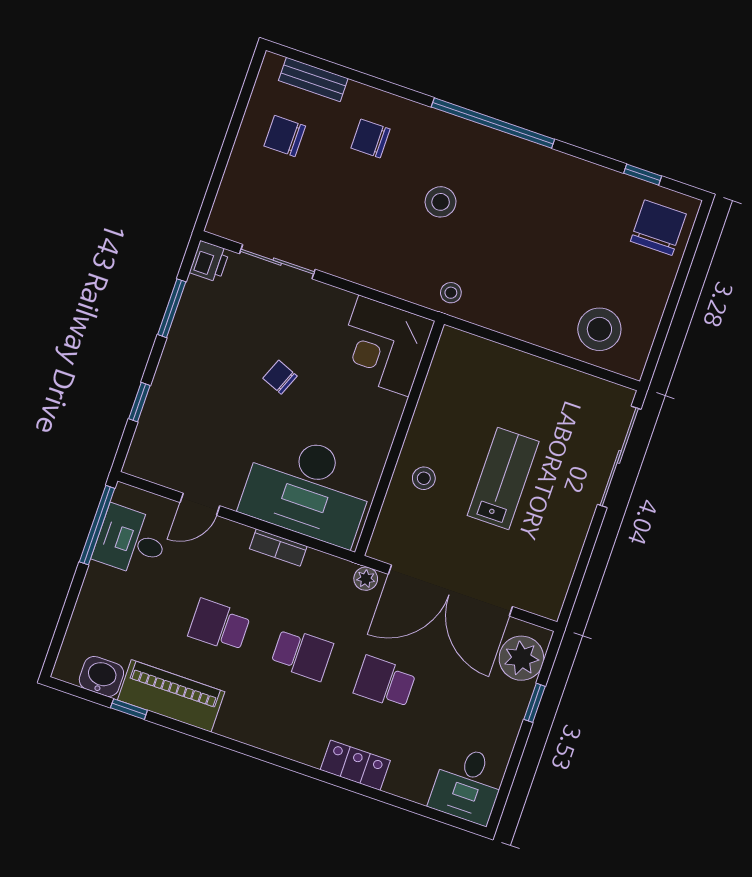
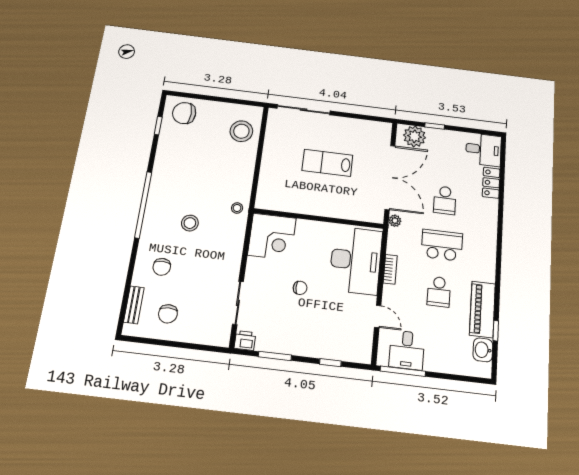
chair: (280, 377) -> (300, 288), turned -112
stool: (424, 478) -> (336, 202), removed
school desk: (302, 654) -> (442, 245), width x1.85
locker: (355, 765) -> (491, 183), moved

